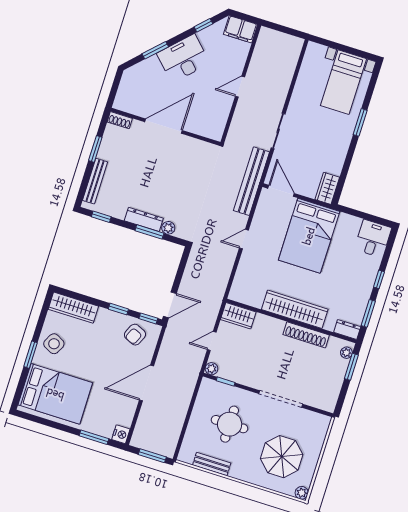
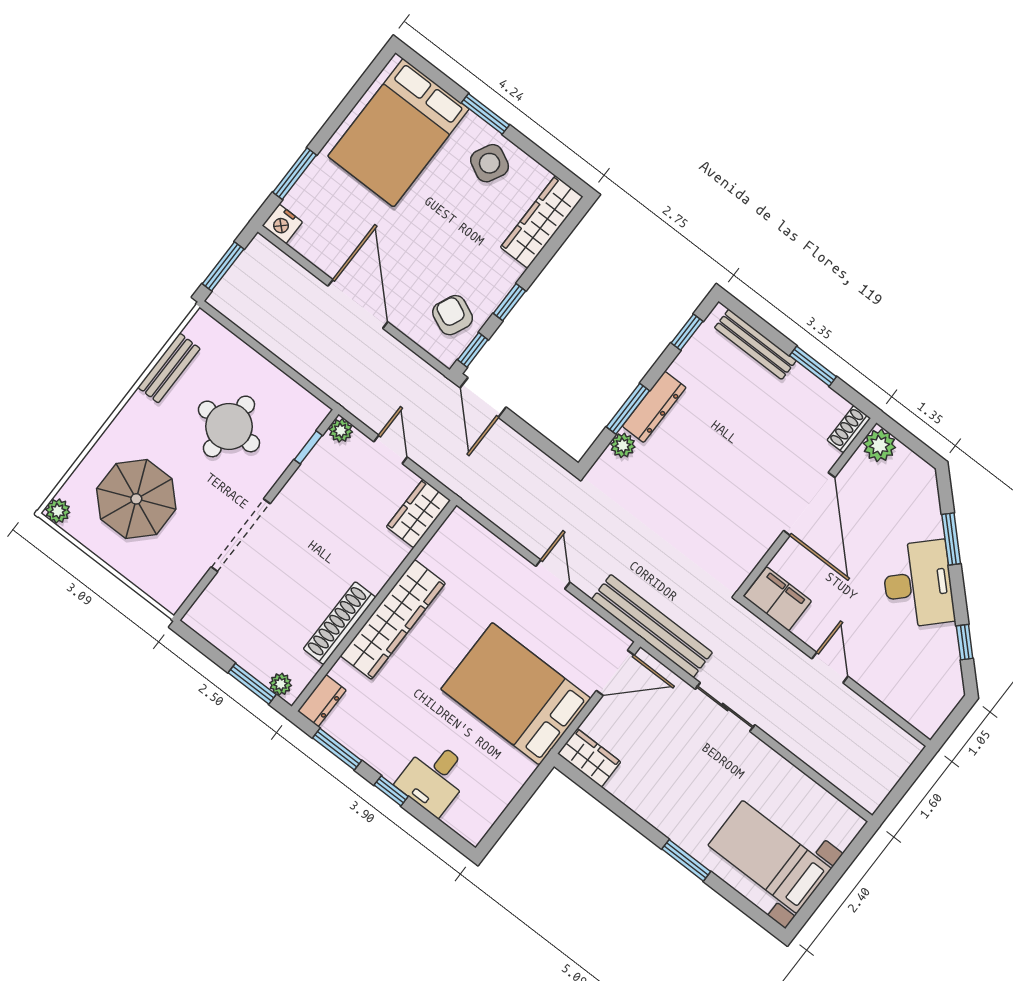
filing cabinet: (241, 29) -> (778, 599), moved, turned 90
plant: (122, 102) -> (879, 445), added
desk: (373, 239) -> (434, 778), moved, turned 90

